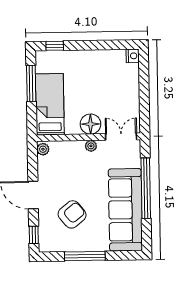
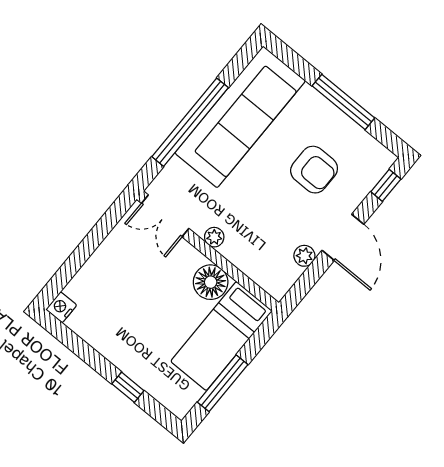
window: (55, 46) -> (128, 387), moved
floor lamp: (90, 124) -> (211, 282), moved
plant: (43, 149) -> (304, 256), moved
armchair: (72, 214) -> (314, 170), turned -141

